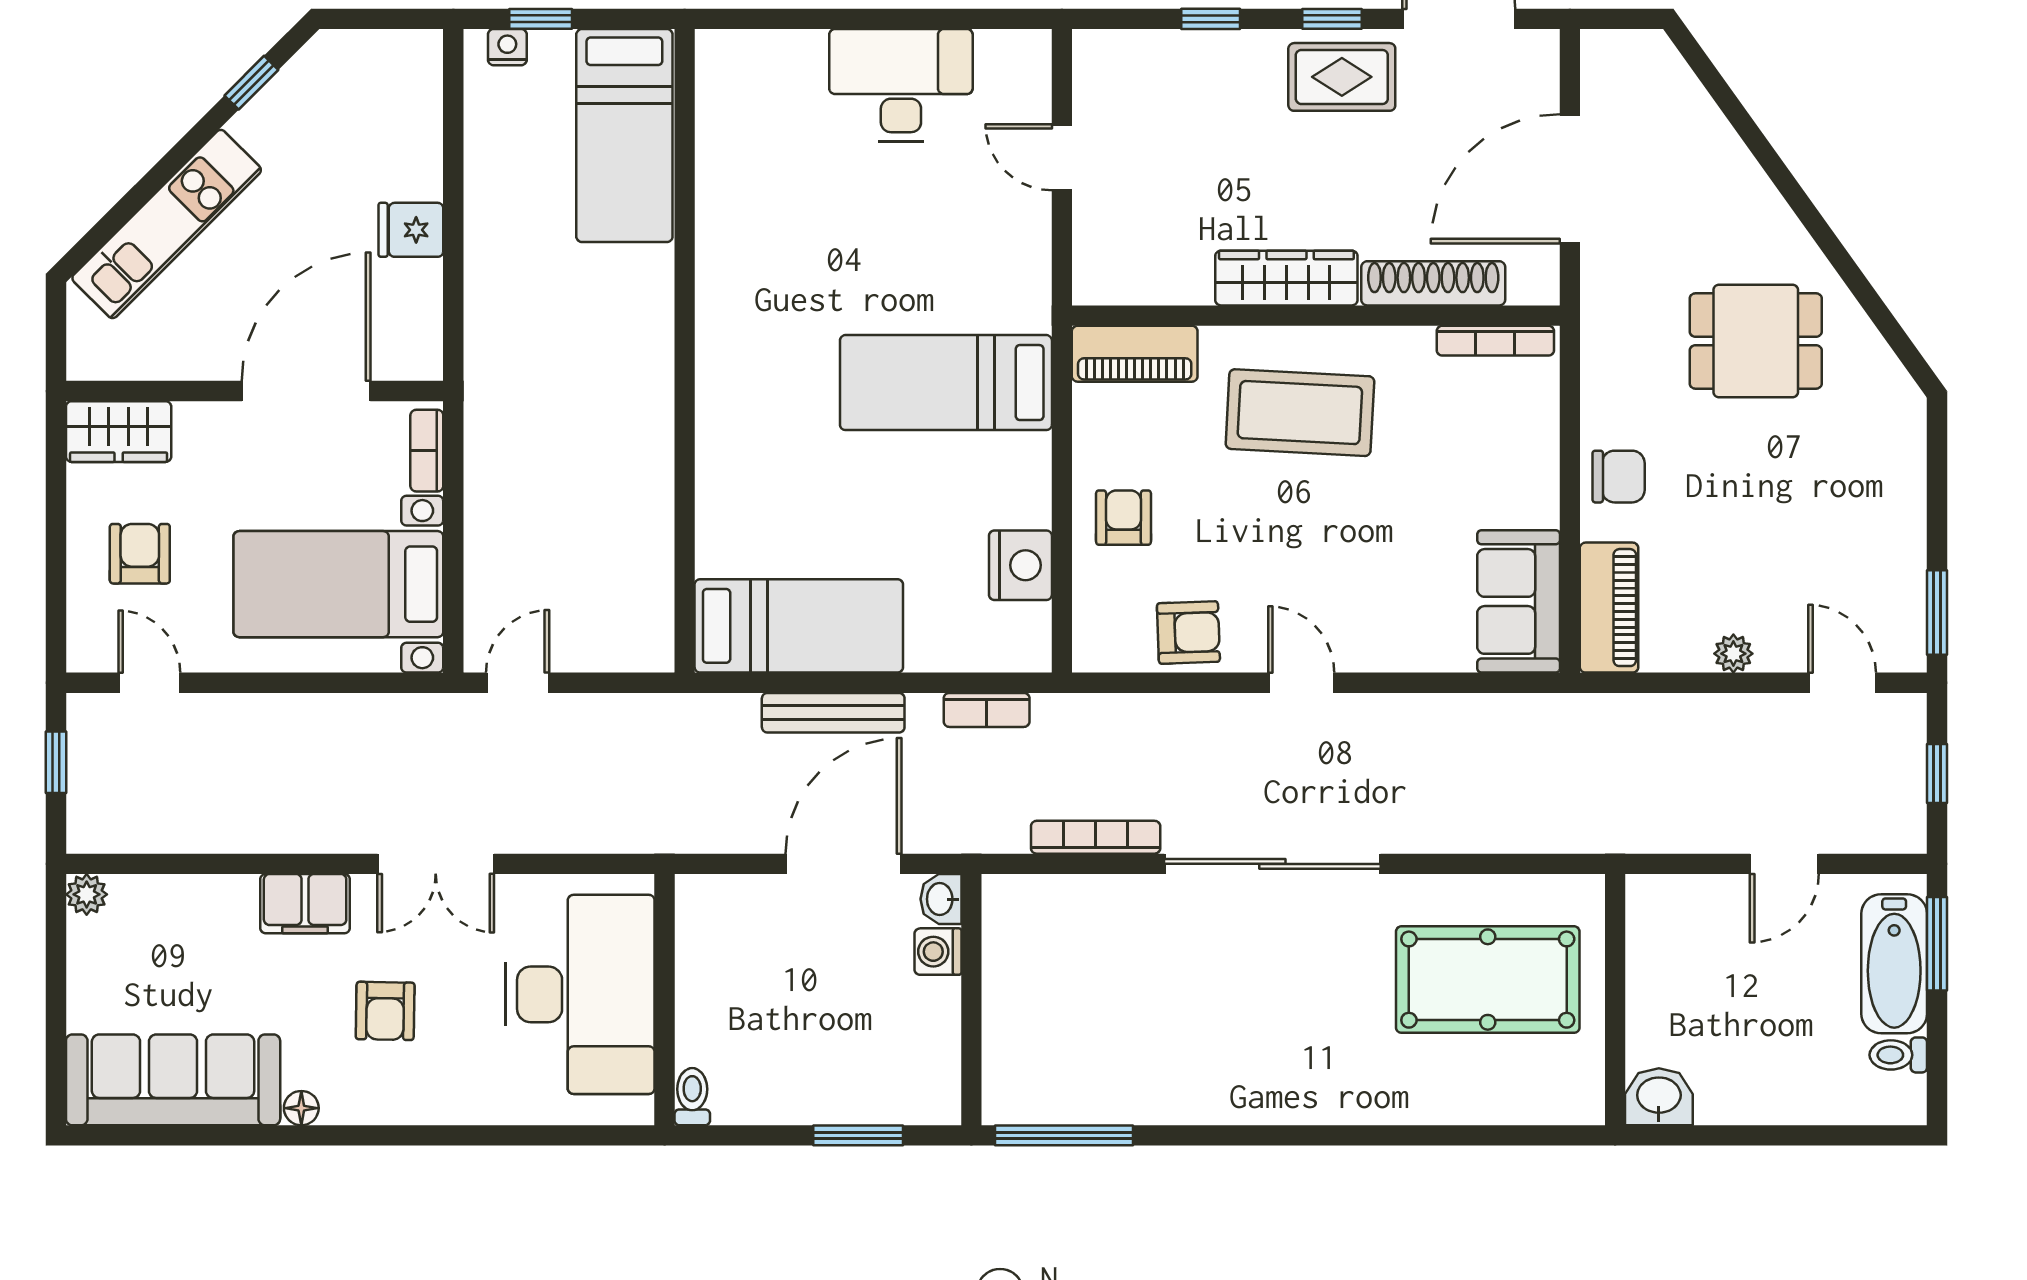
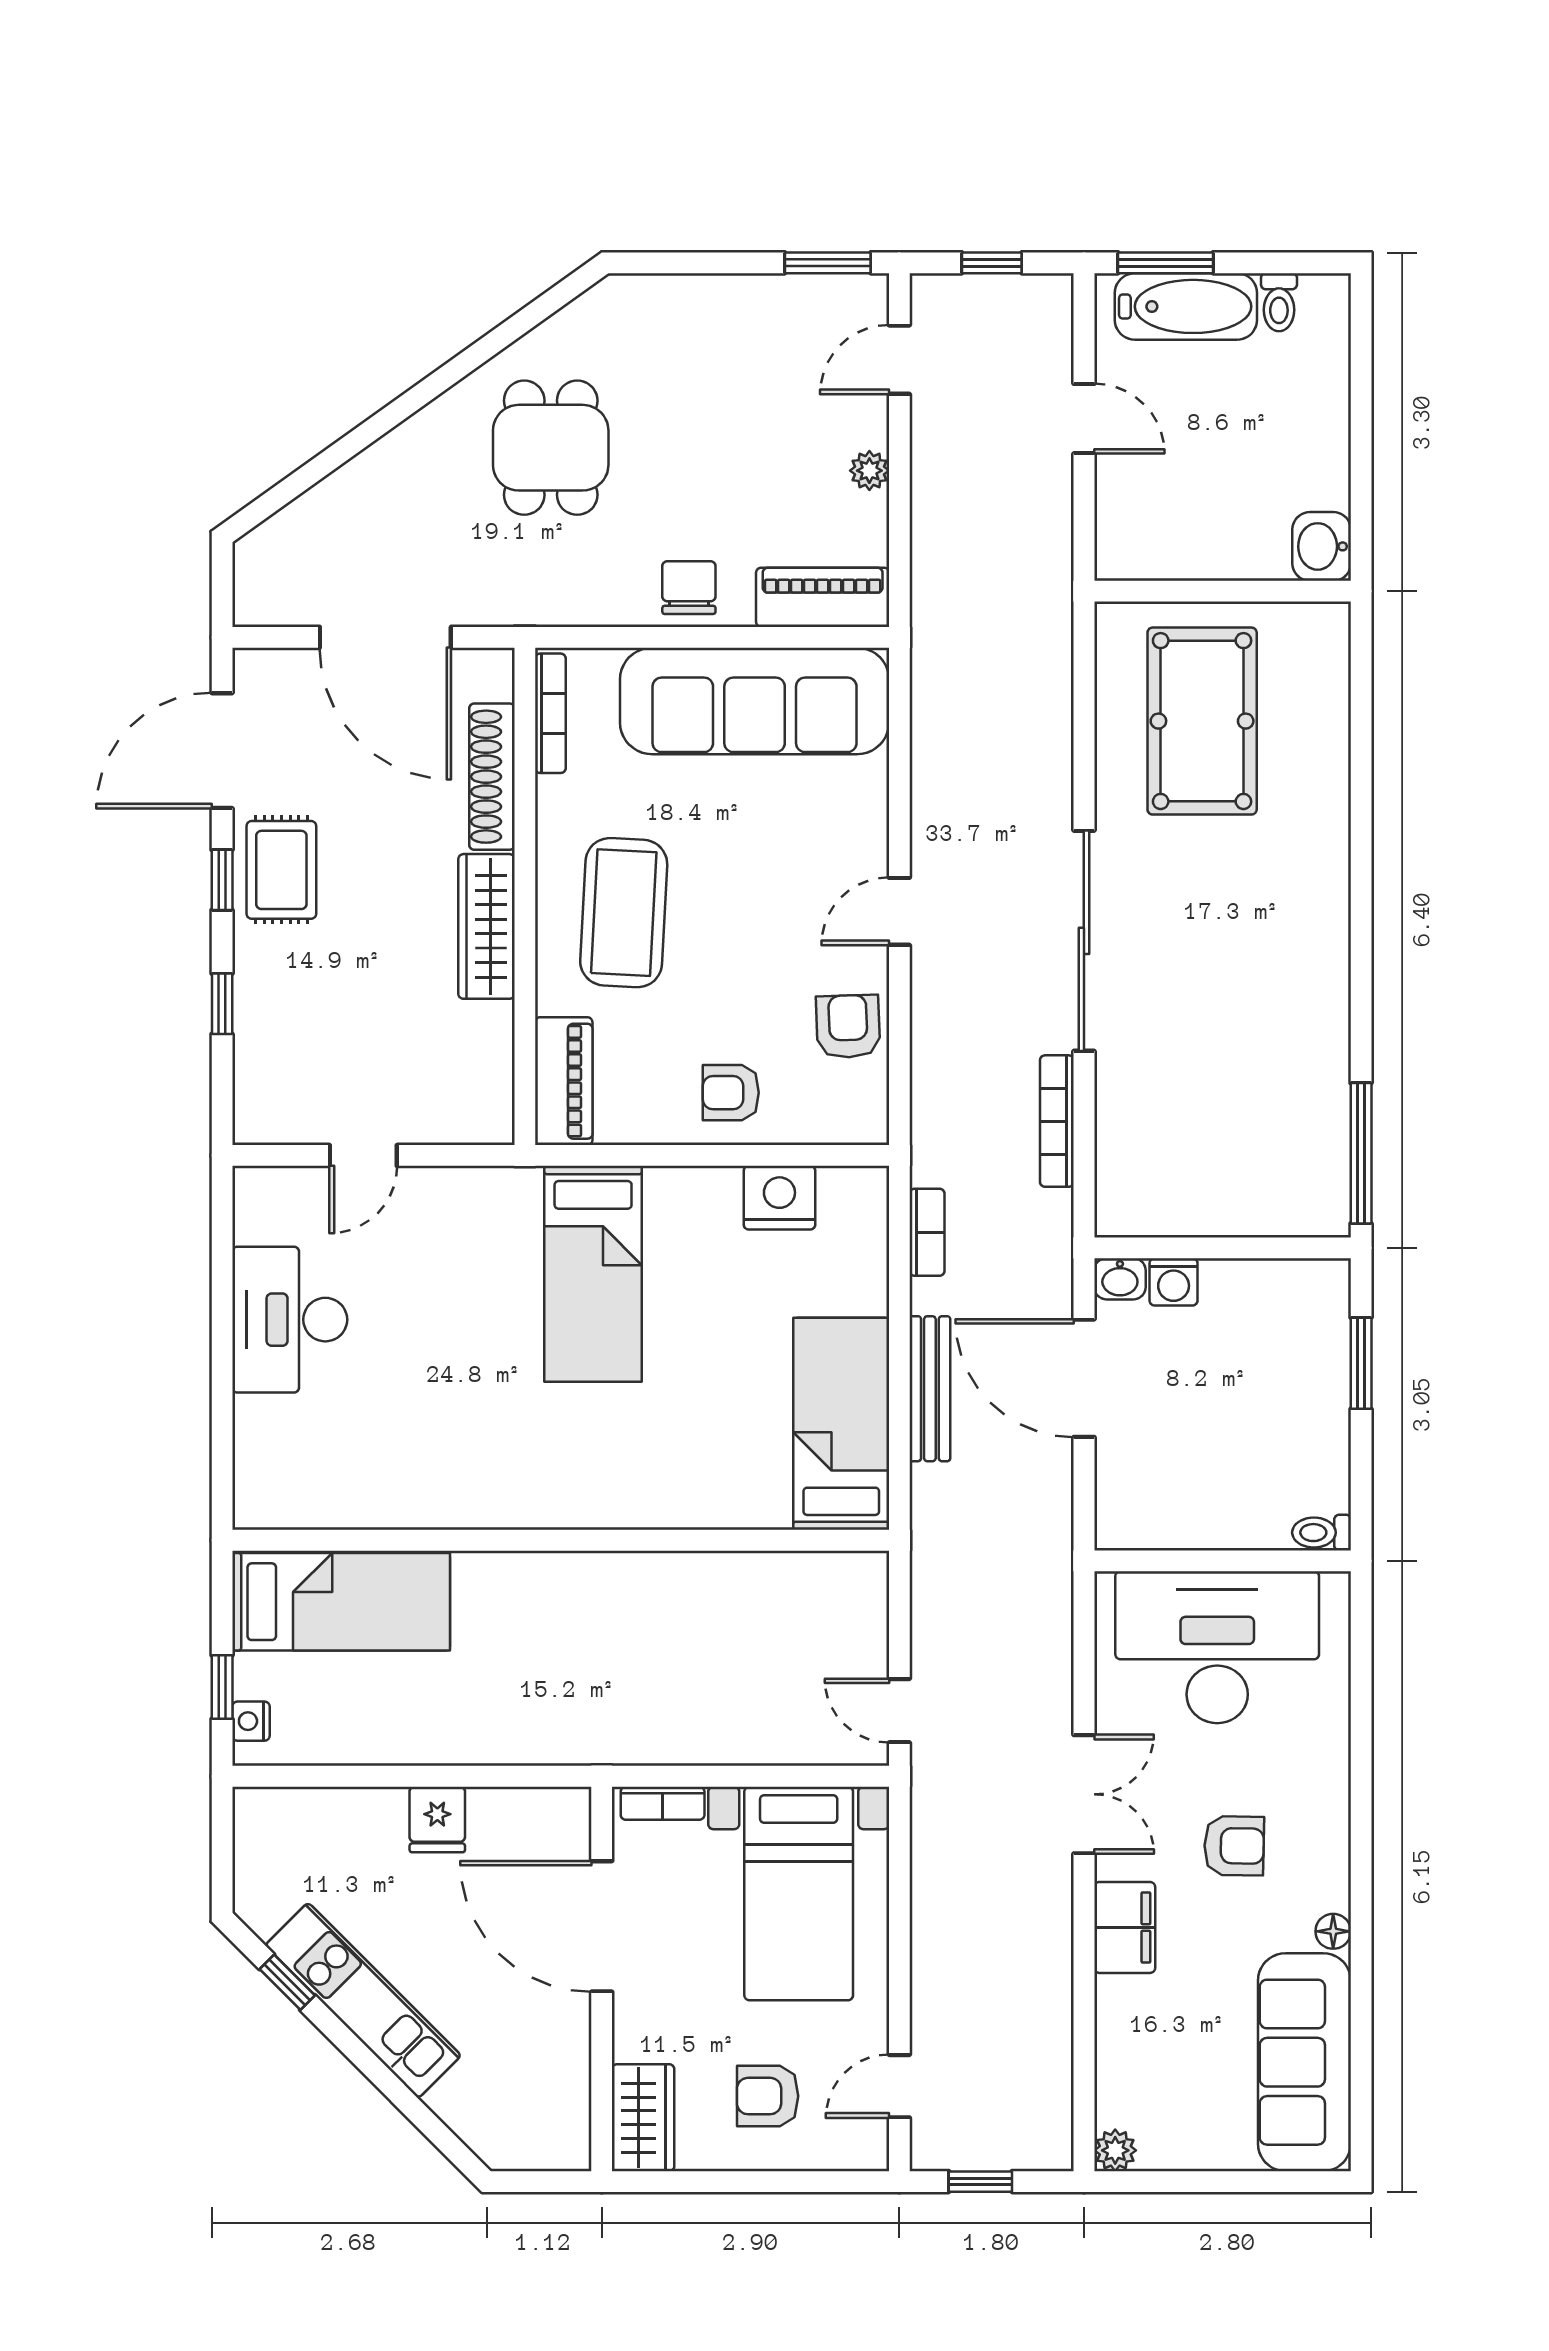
kitchen unit: (167, 224) -> (363, 2000), moved
sofa: (1519, 601) -> (755, 701), width x1.85, depth x1.27

